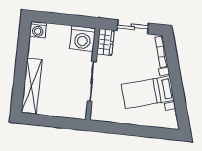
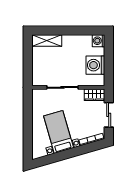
washing machine: (83, 39) -> (95, 65), moved
shelving: (32, 86) -> (47, 41), width x0.68

